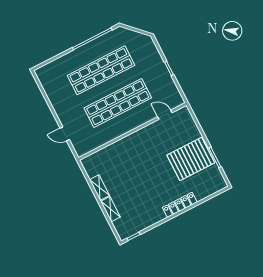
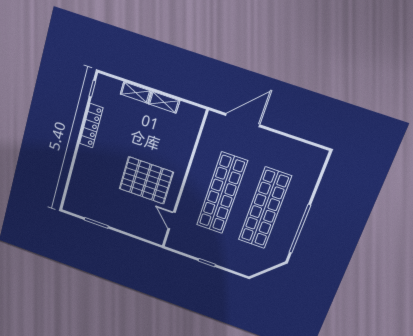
door: (165, 115) -> (172, 220), swing flipped
door: (65, 134) -> (243, 120), width x1.88
pallet: (191, 159) -> (146, 180), moved, turned 90
locker: (180, 205) -> (91, 126), moved

